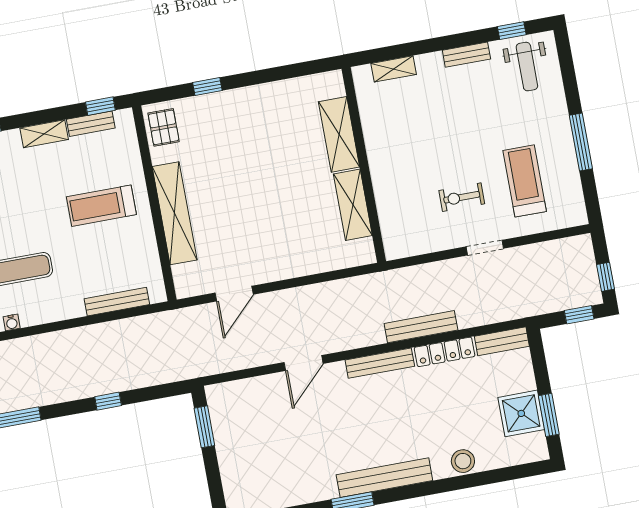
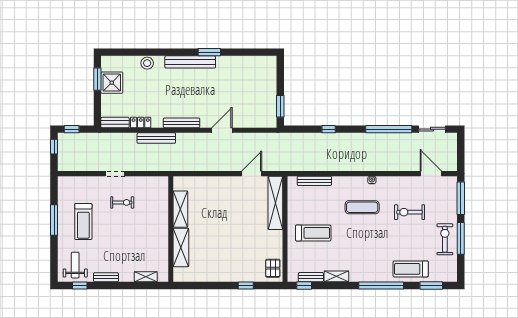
treadmill: (525, 181) -> (83, 222), moved
shelving: (175, 213) -> (275, 203), moved
locker: (445, 352) -> (141, 123), width x0.66

